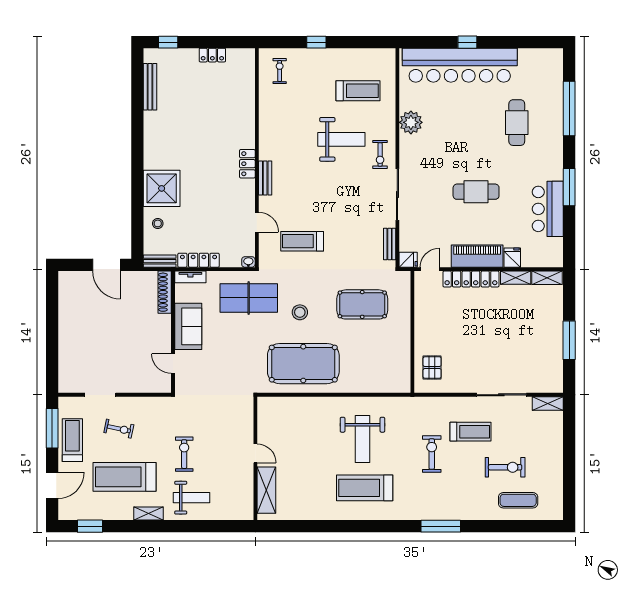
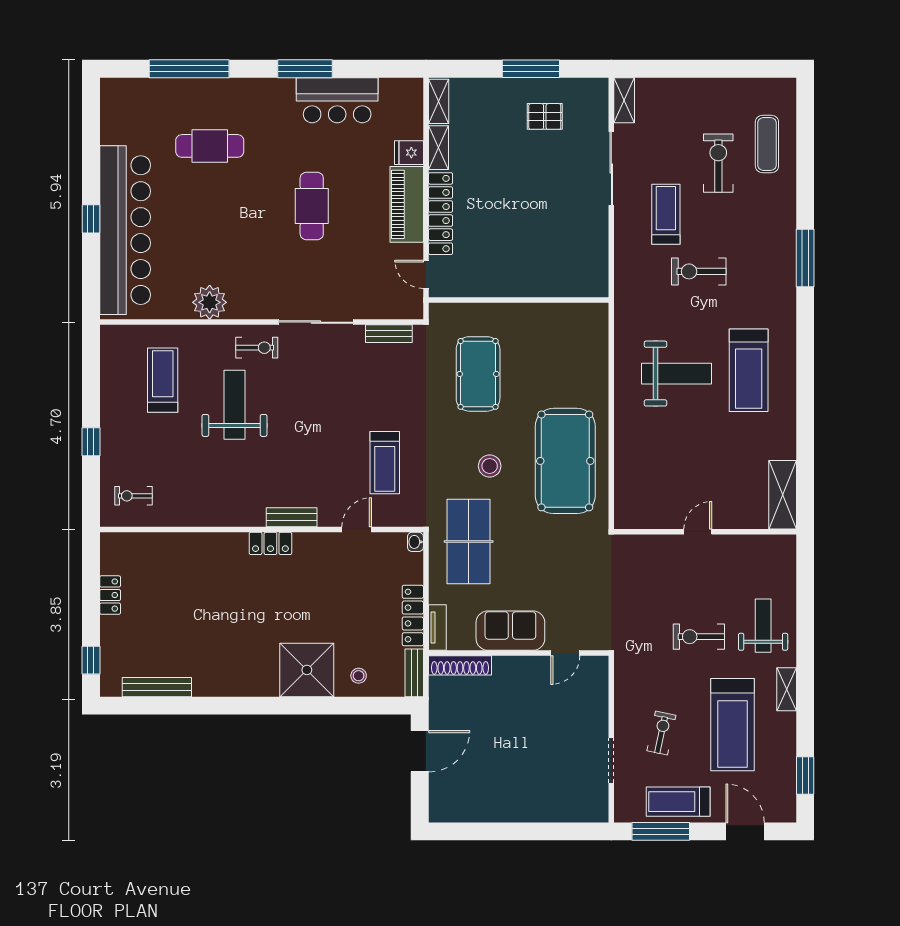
fridge: (408, 260) -> (412, 306), removed
pallet: (432, 368) -> (545, 116), moved
shelving: (266, 490) -> (783, 495), moved, turned 90

